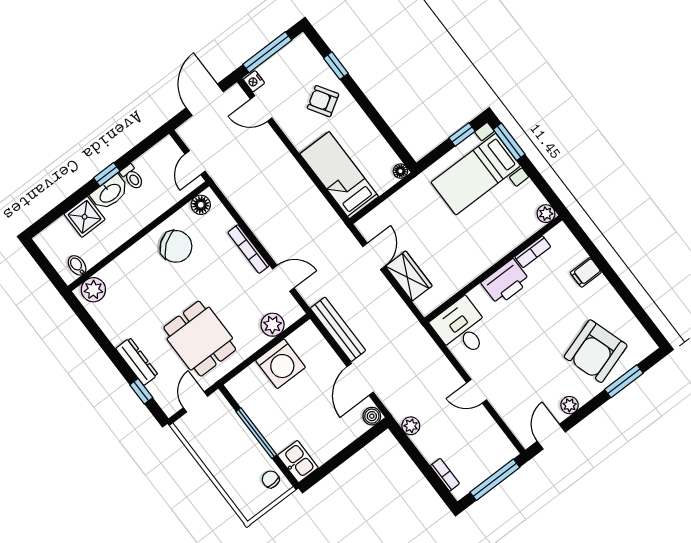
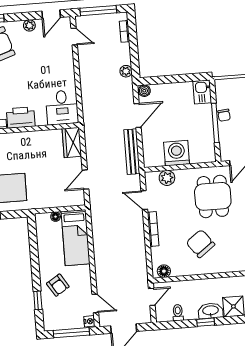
floor lamp: (400, 171) -> (56, 217), moved
toilet: (132, 177) -> (178, 313), moved
chair: (176, 246) -> (200, 244), moved
wardrobe: (409, 276) -> (72, 142), moved
door: (477, 391) -> (74, 36), moved
chair: (271, 479) -> (224, 115), moved

